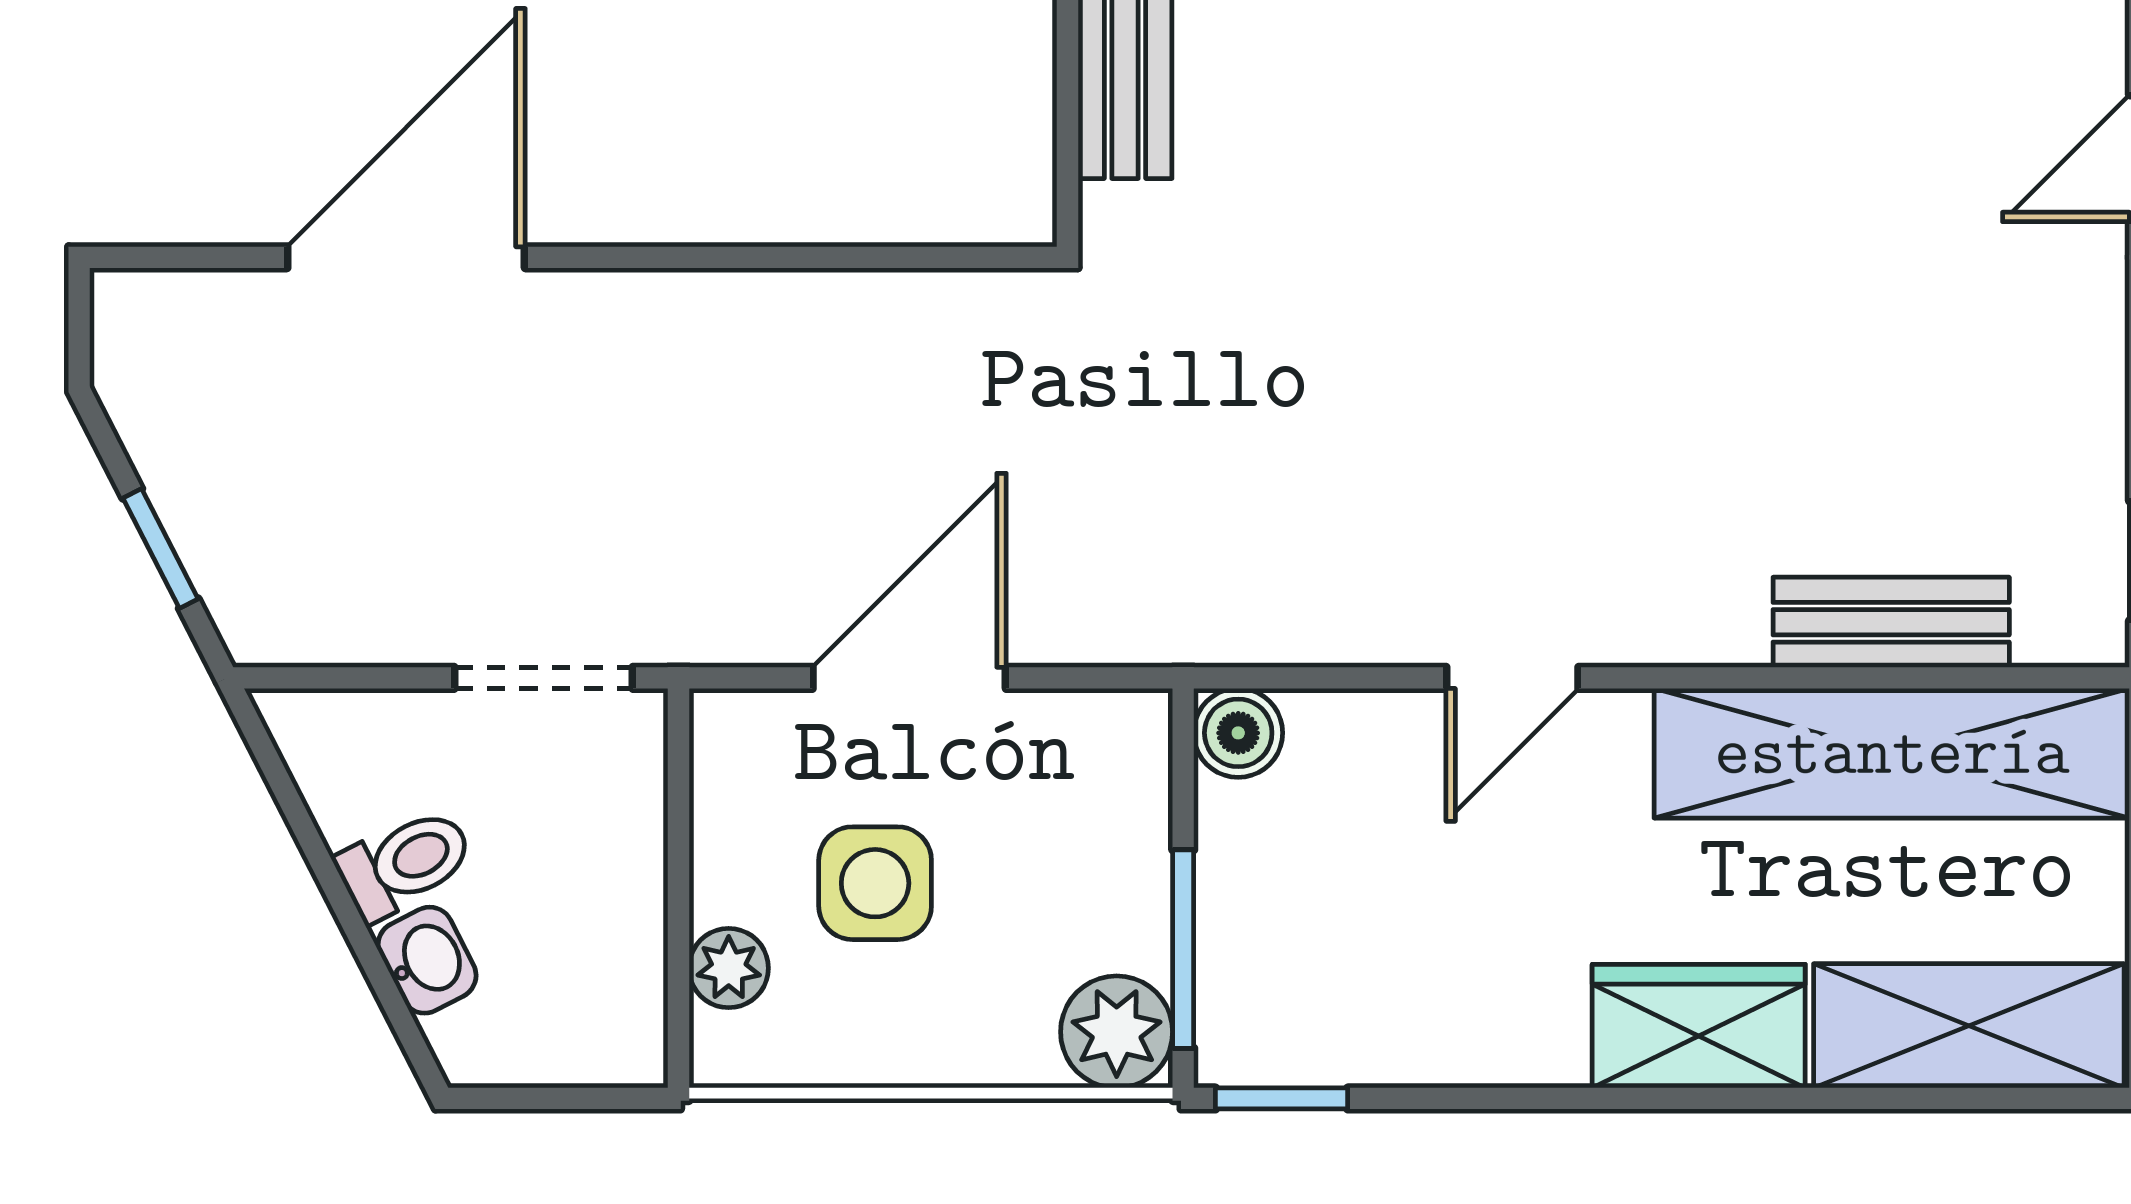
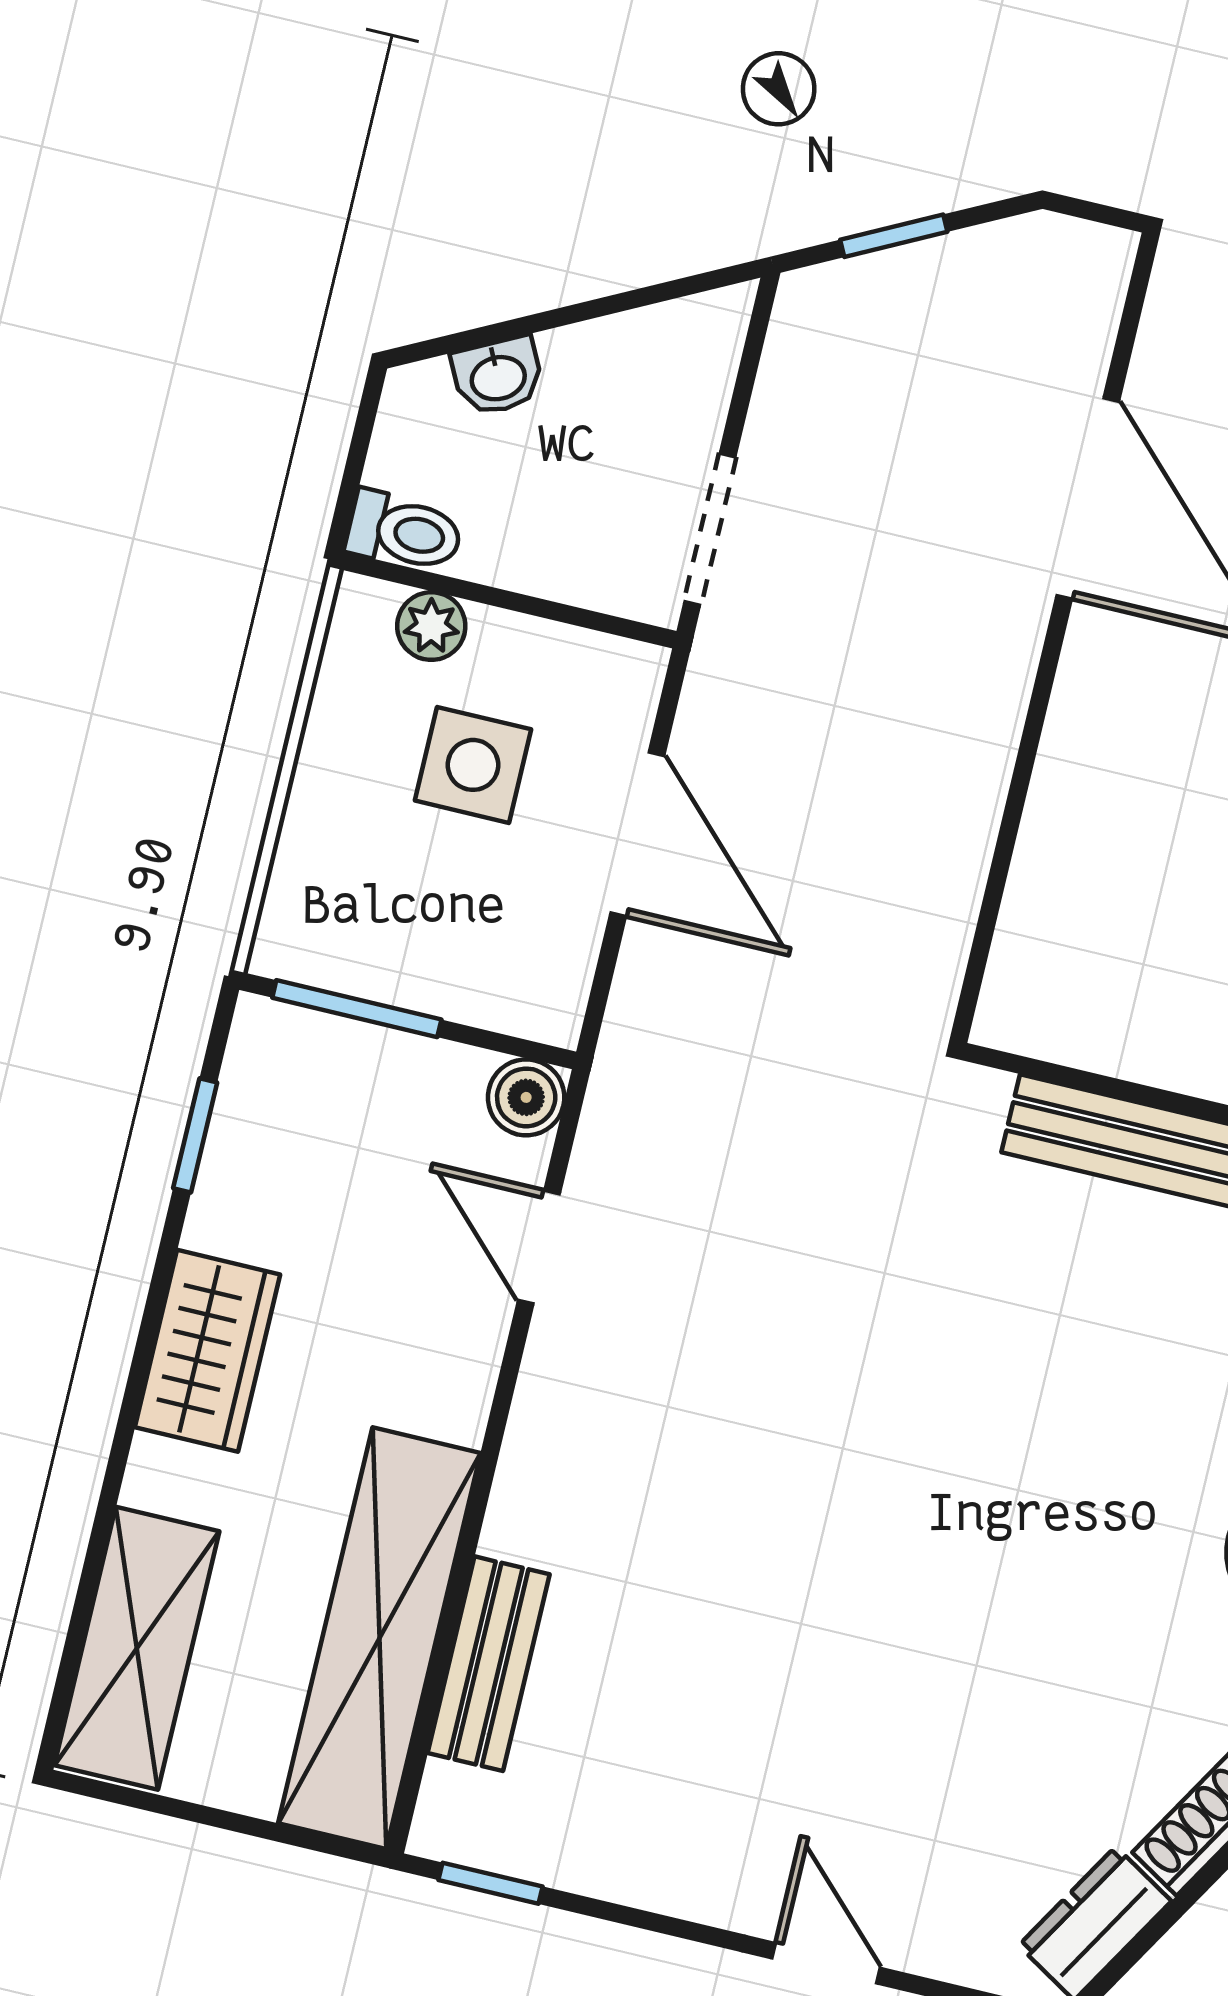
door: (1512, 678) -> (539, 1247), moved
toilet: (405, 863) -> (404, 532), moved, turned -63
wardrobe: (1699, 1026) -> (207, 1351), moved
plant: (1117, 1032) -> (301, 937), removed
window: (1282, 1098) -> (195, 1135), moved

